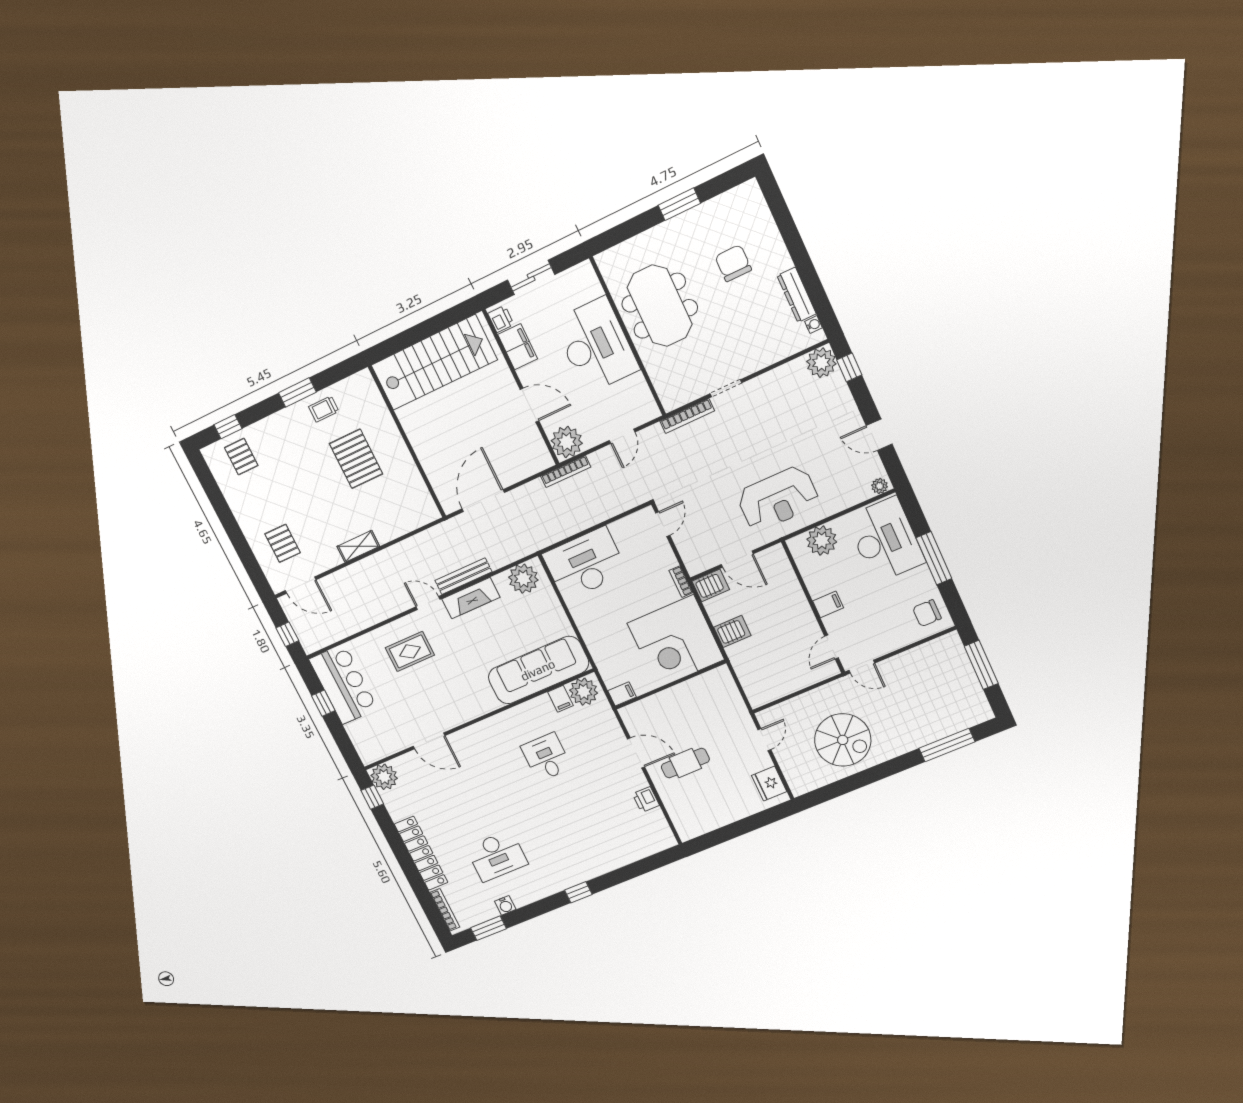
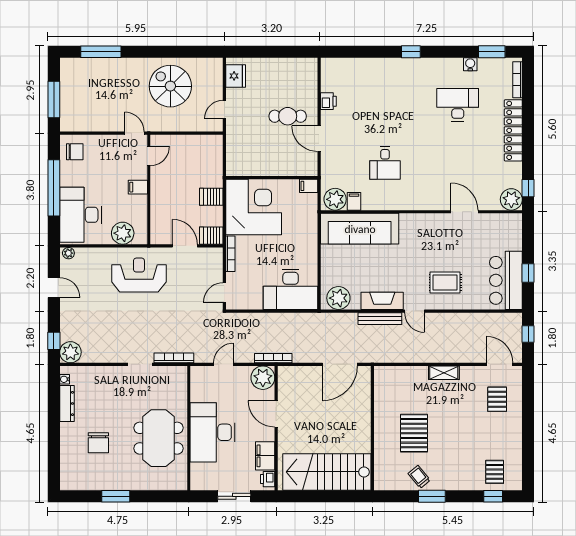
trolley: (324, 409) -> (419, 477), turned -129
window: (934, 558) -> (54, 188), width x1.46
bookcase: (681, 582) -> (230, 254), width x1.56

